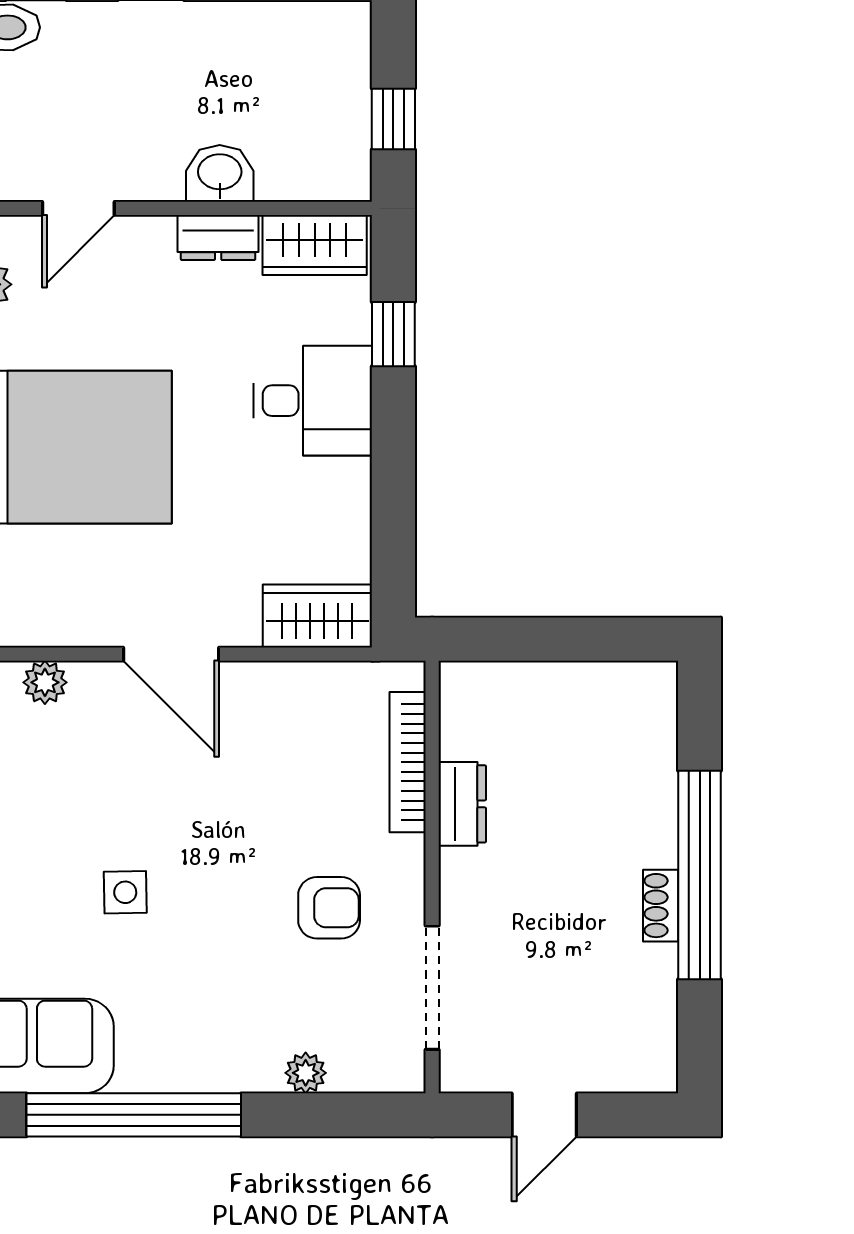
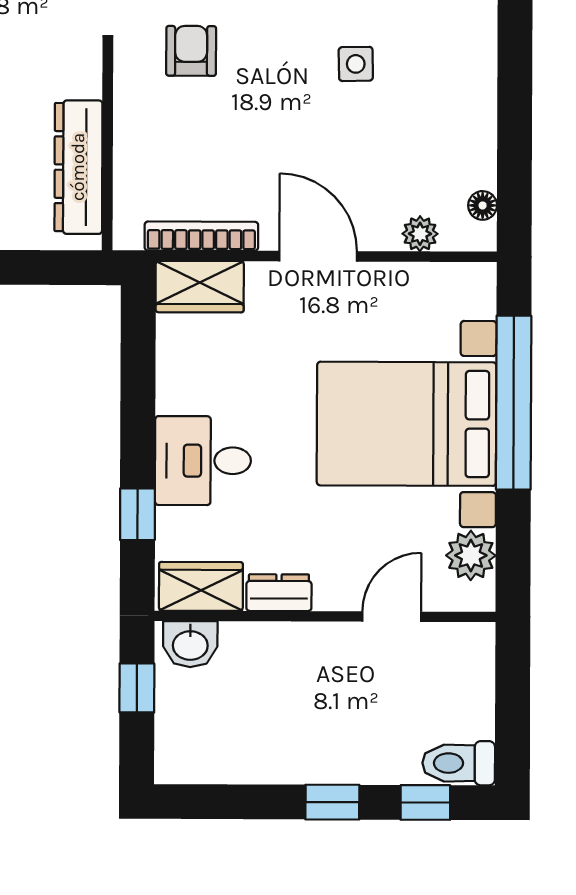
washbasin: (220, 173) -> (190, 644), moved
bookcase: (408, 762) -> (201, 236), moved, turned -90
dresser: (462, 804) -> (78, 167), width x1.96, depth x1.24
armchair: (329, 908) -> (191, 51), turned 90

